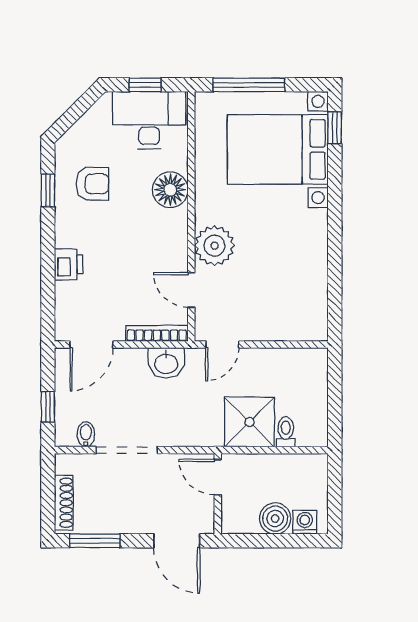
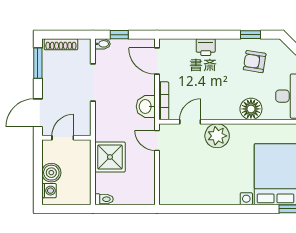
armchair: (92, 184) -> (255, 62), turned 99
toilet: (286, 432) -> (104, 199), moved
bidet: (86, 434) -> (102, 44), moved
door: (218, 477) -> (63, 138), moved

